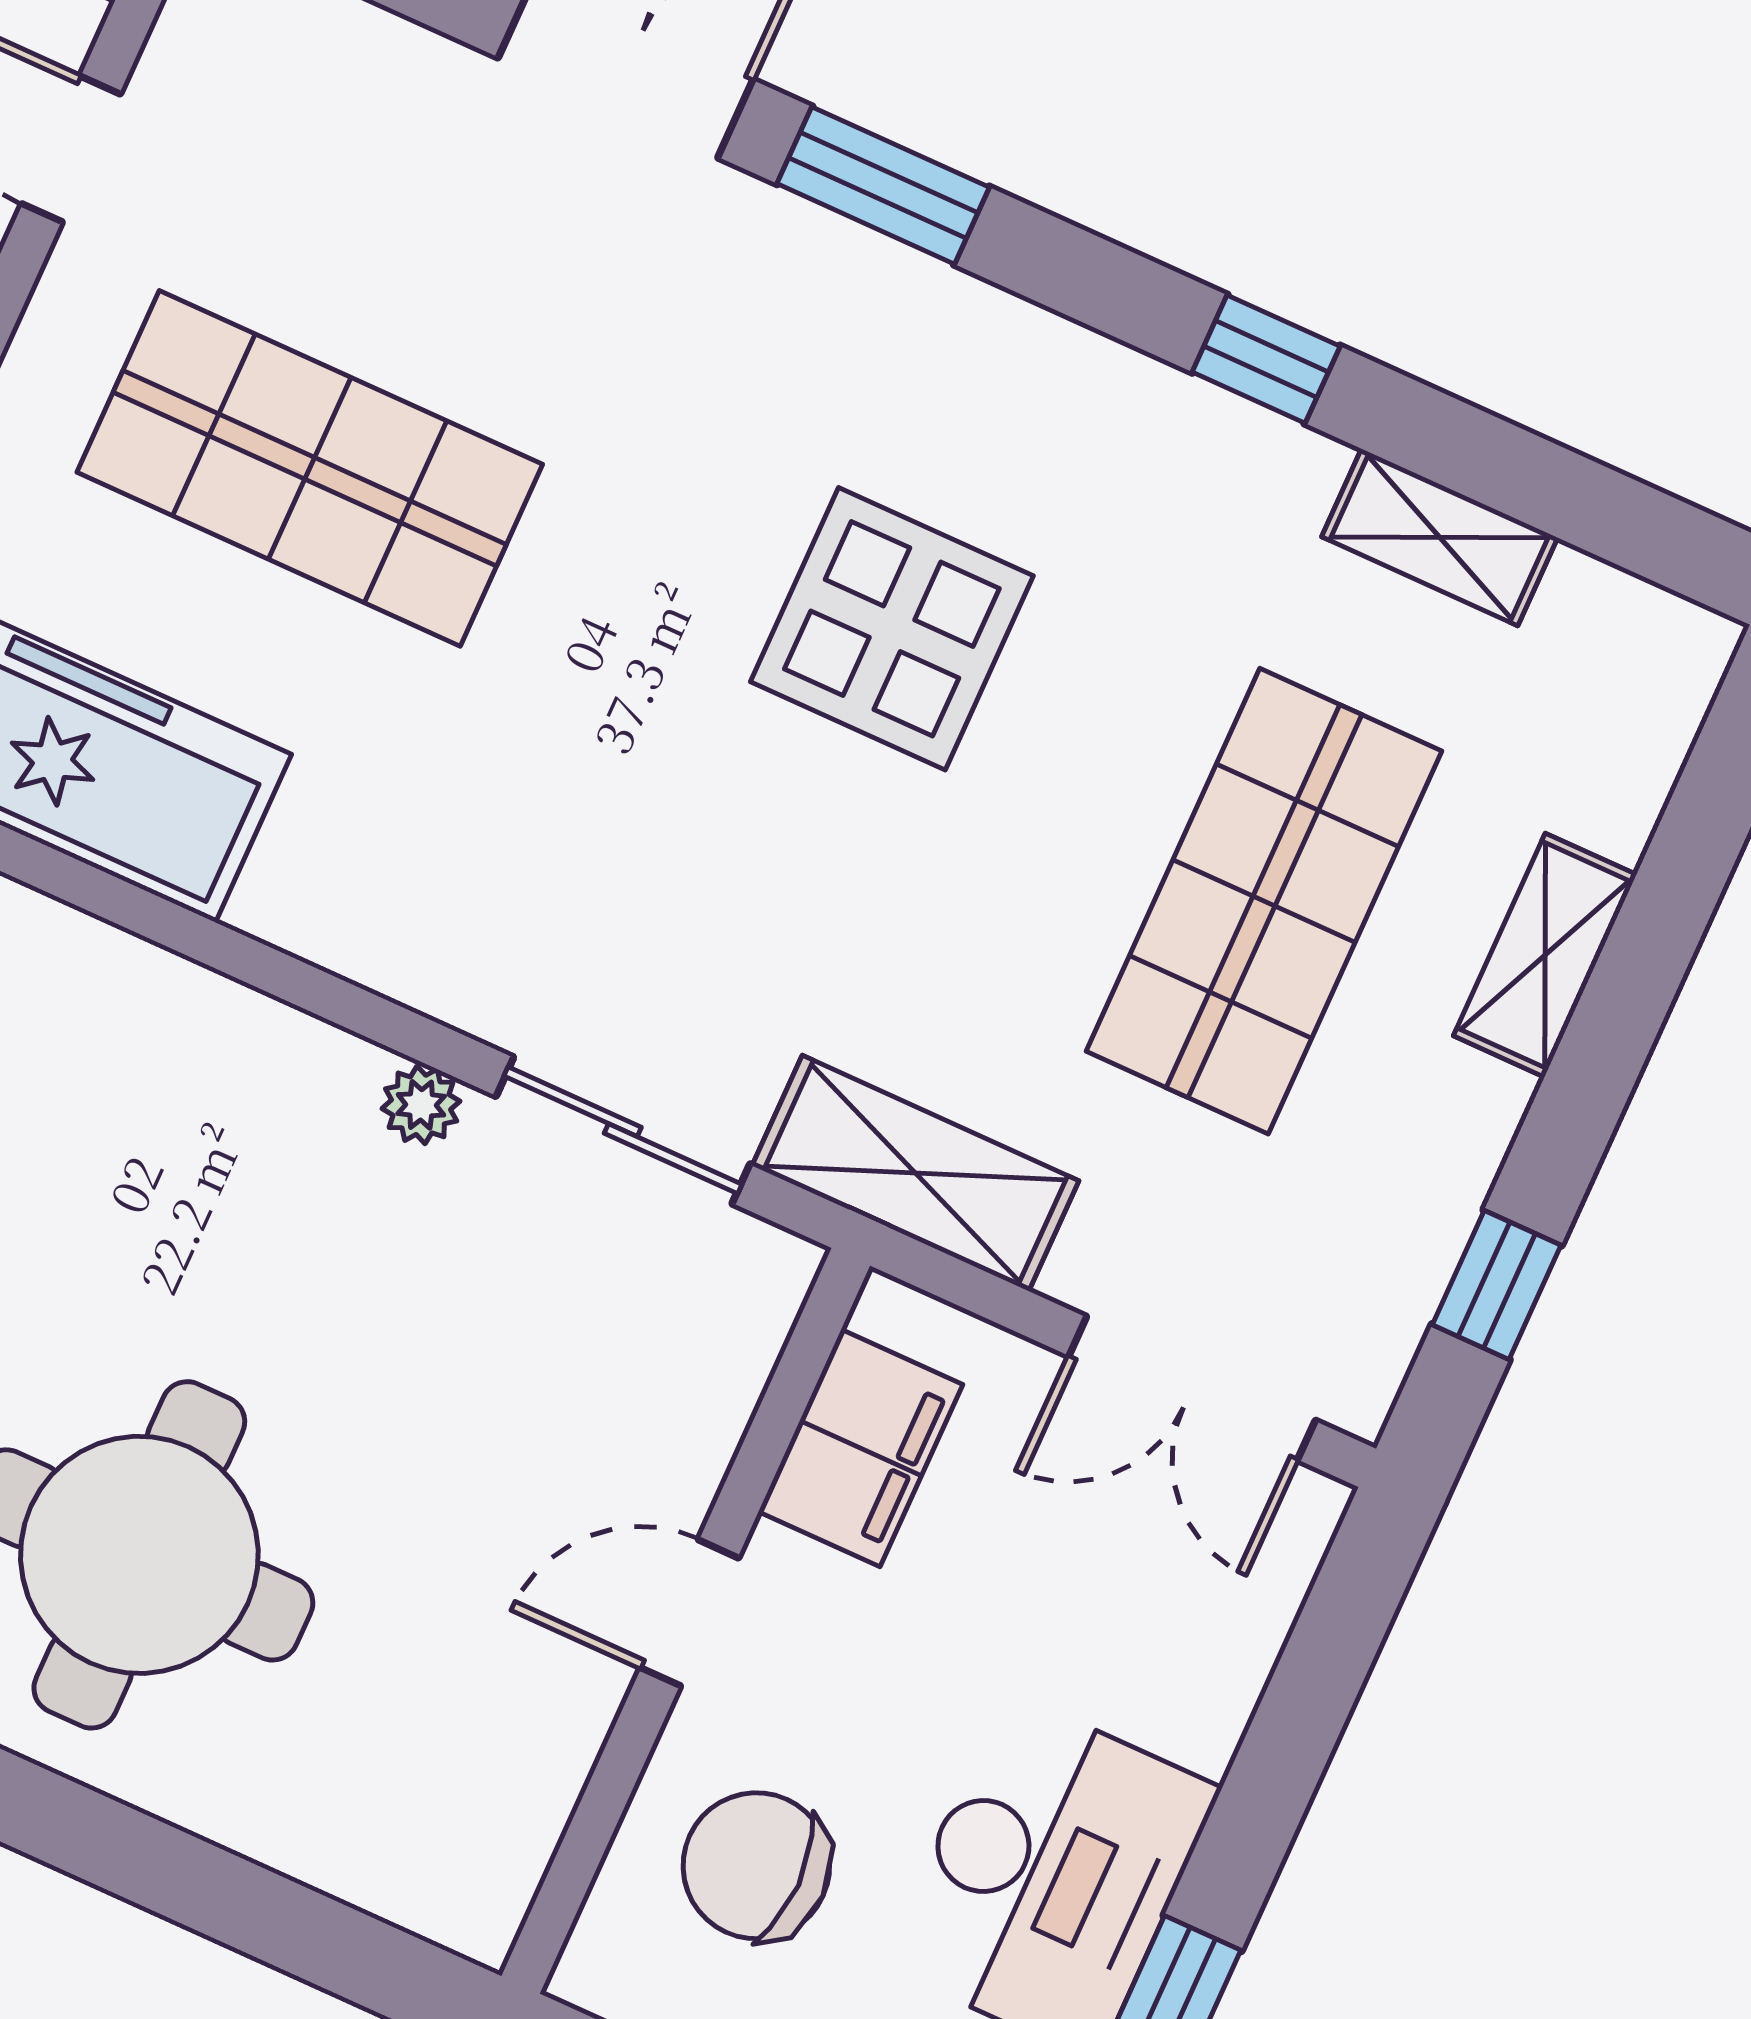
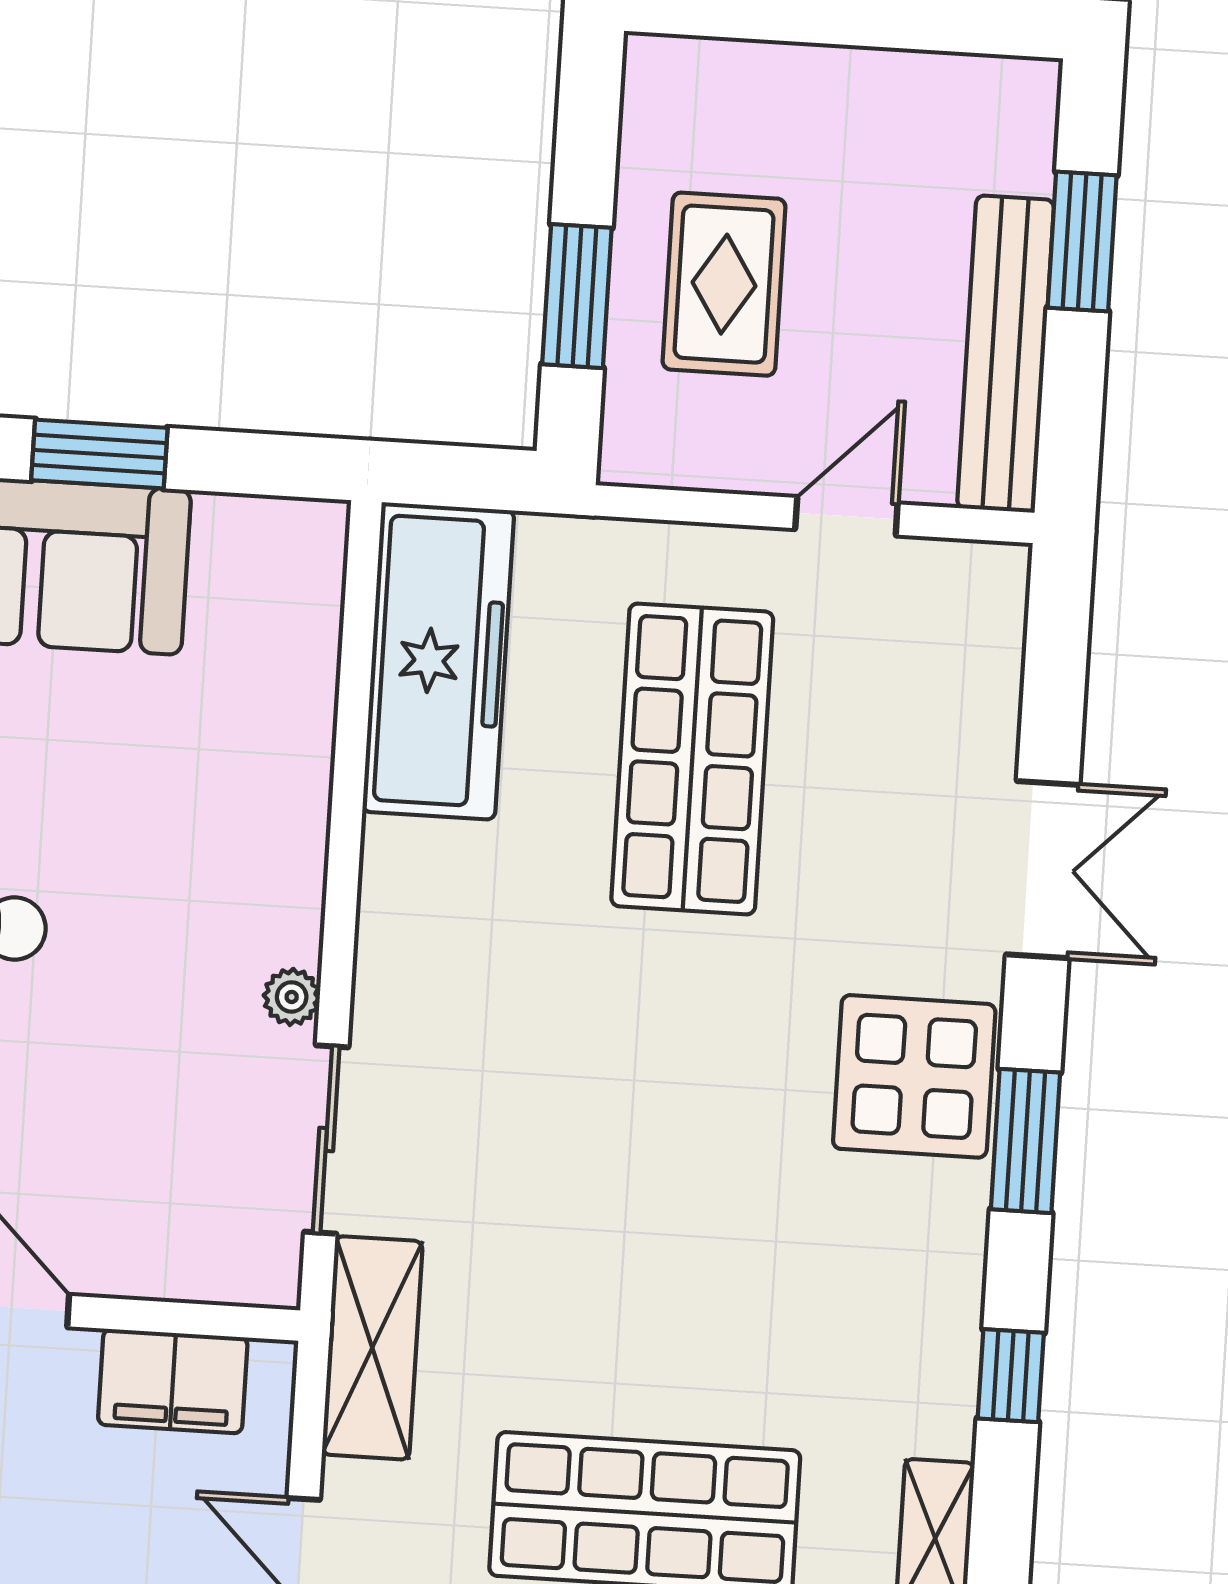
window: (883, 185) -> (1026, 1141), moved
display table: (892, 629) -> (914, 1076), moved

